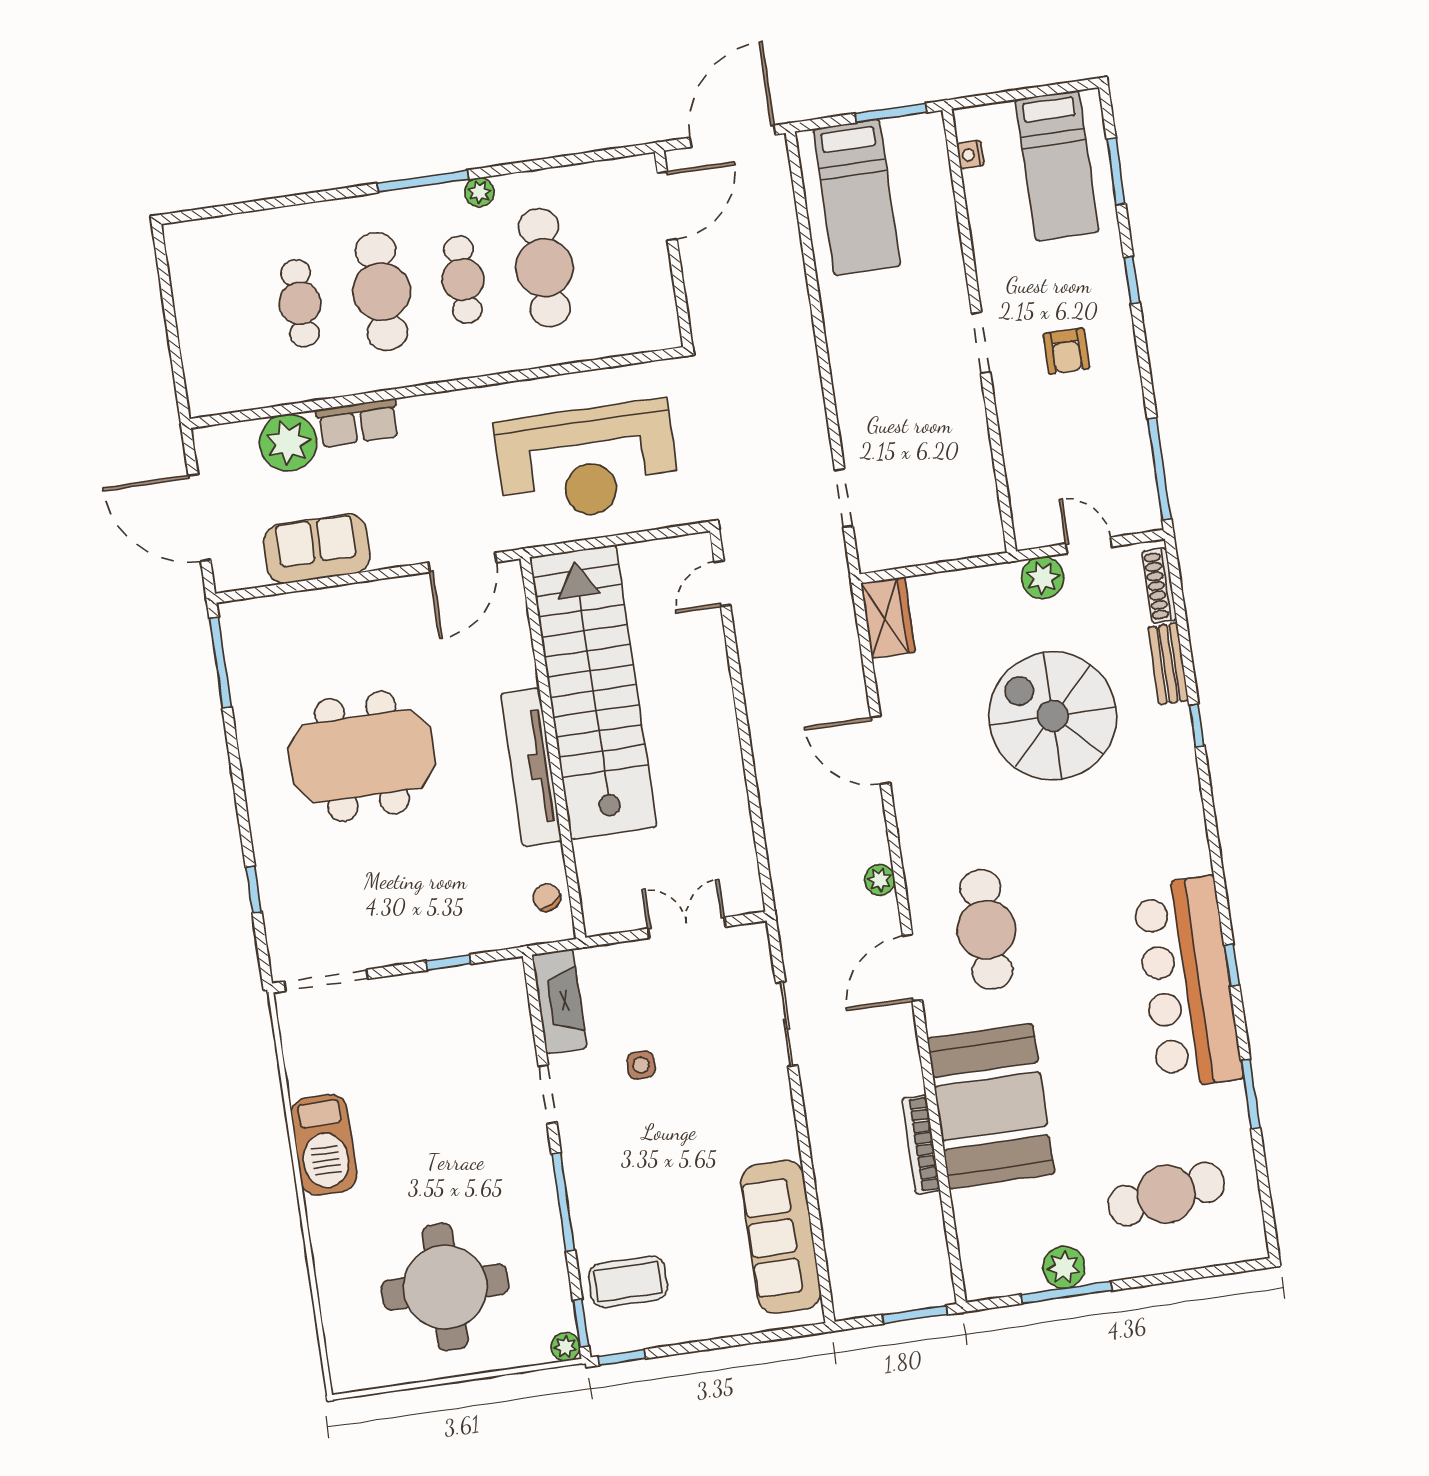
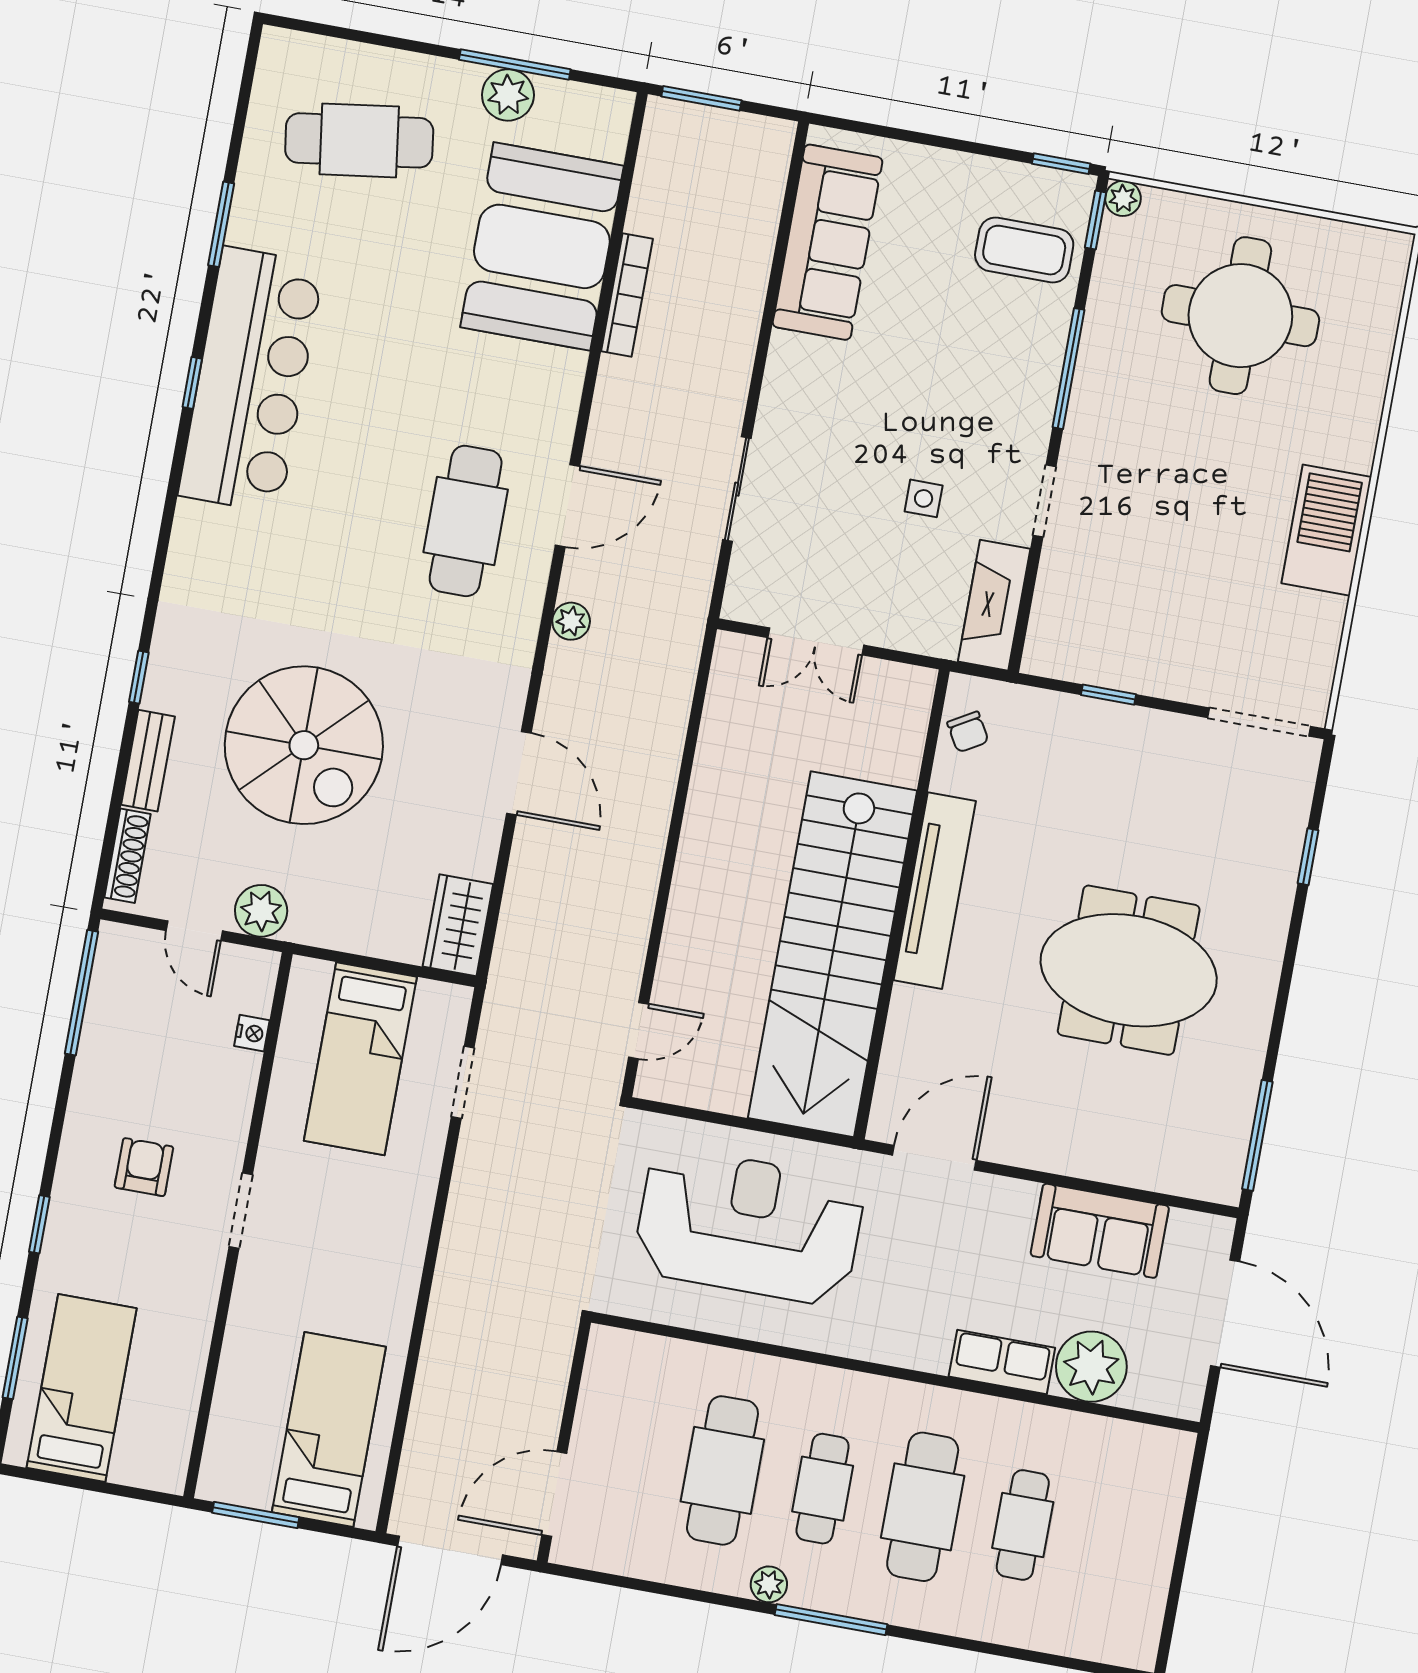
nightstand: (970, 155) -> (252, 1033), moved
bed: (928, 490) -> (360, 1059), added
booth: (991, 1106) -> (542, 246), moved

